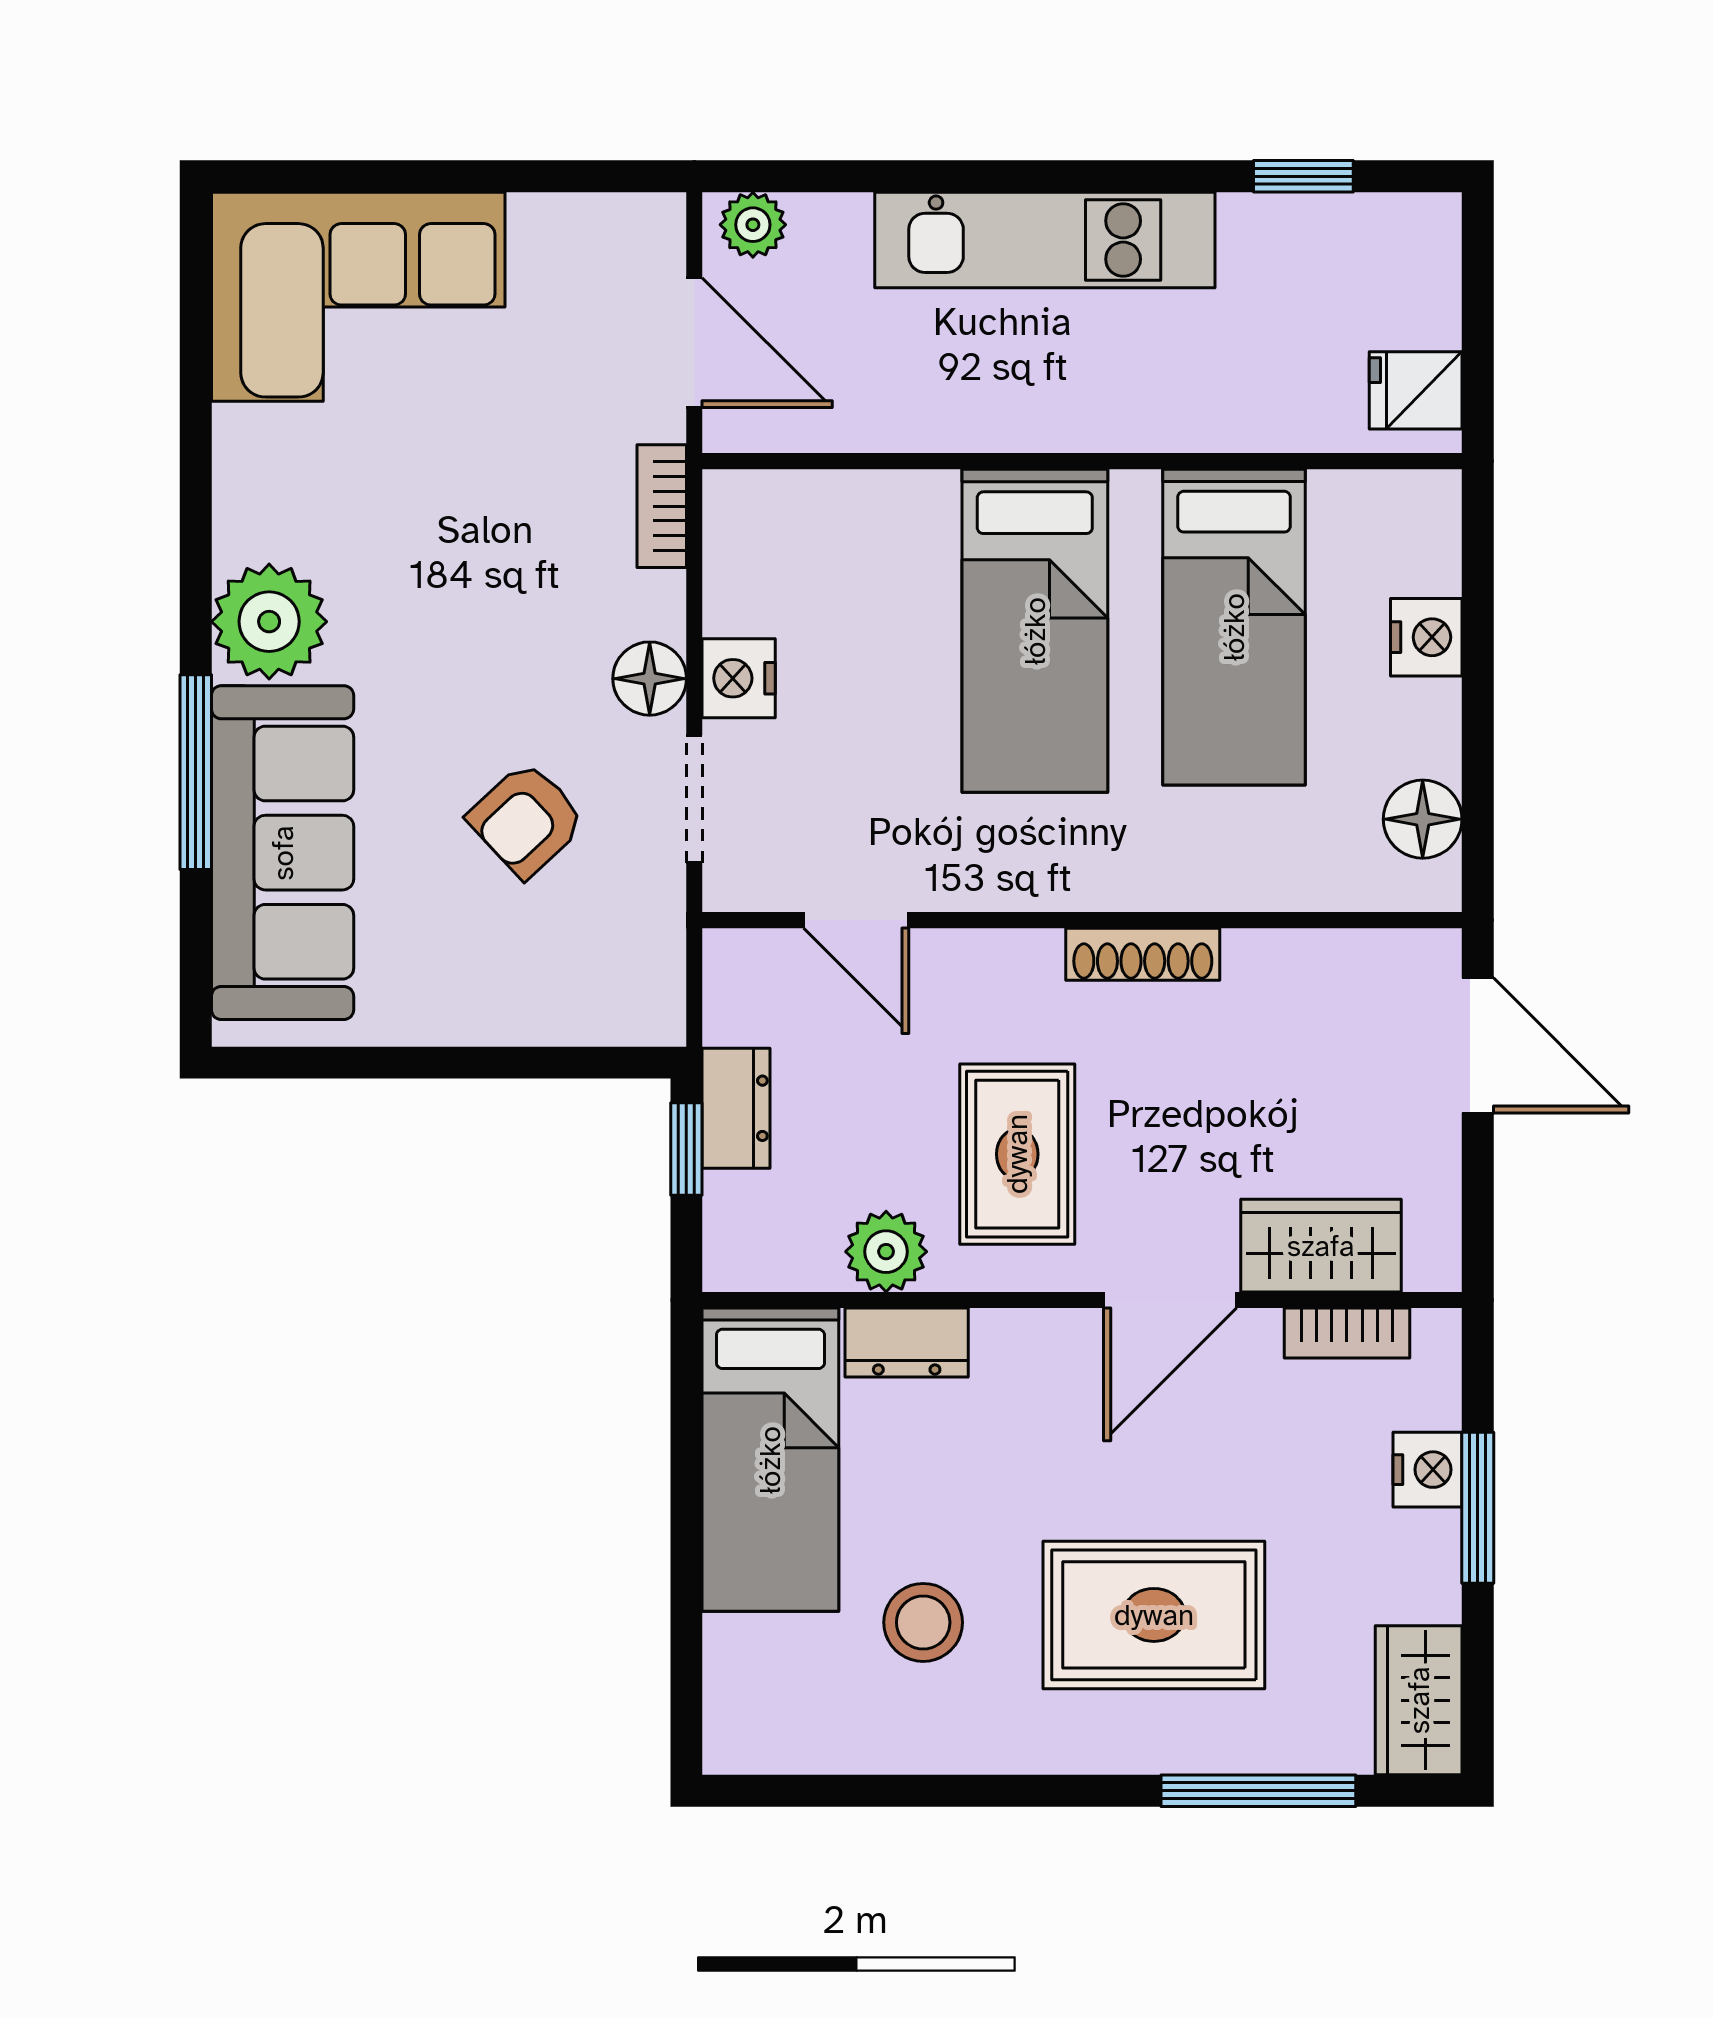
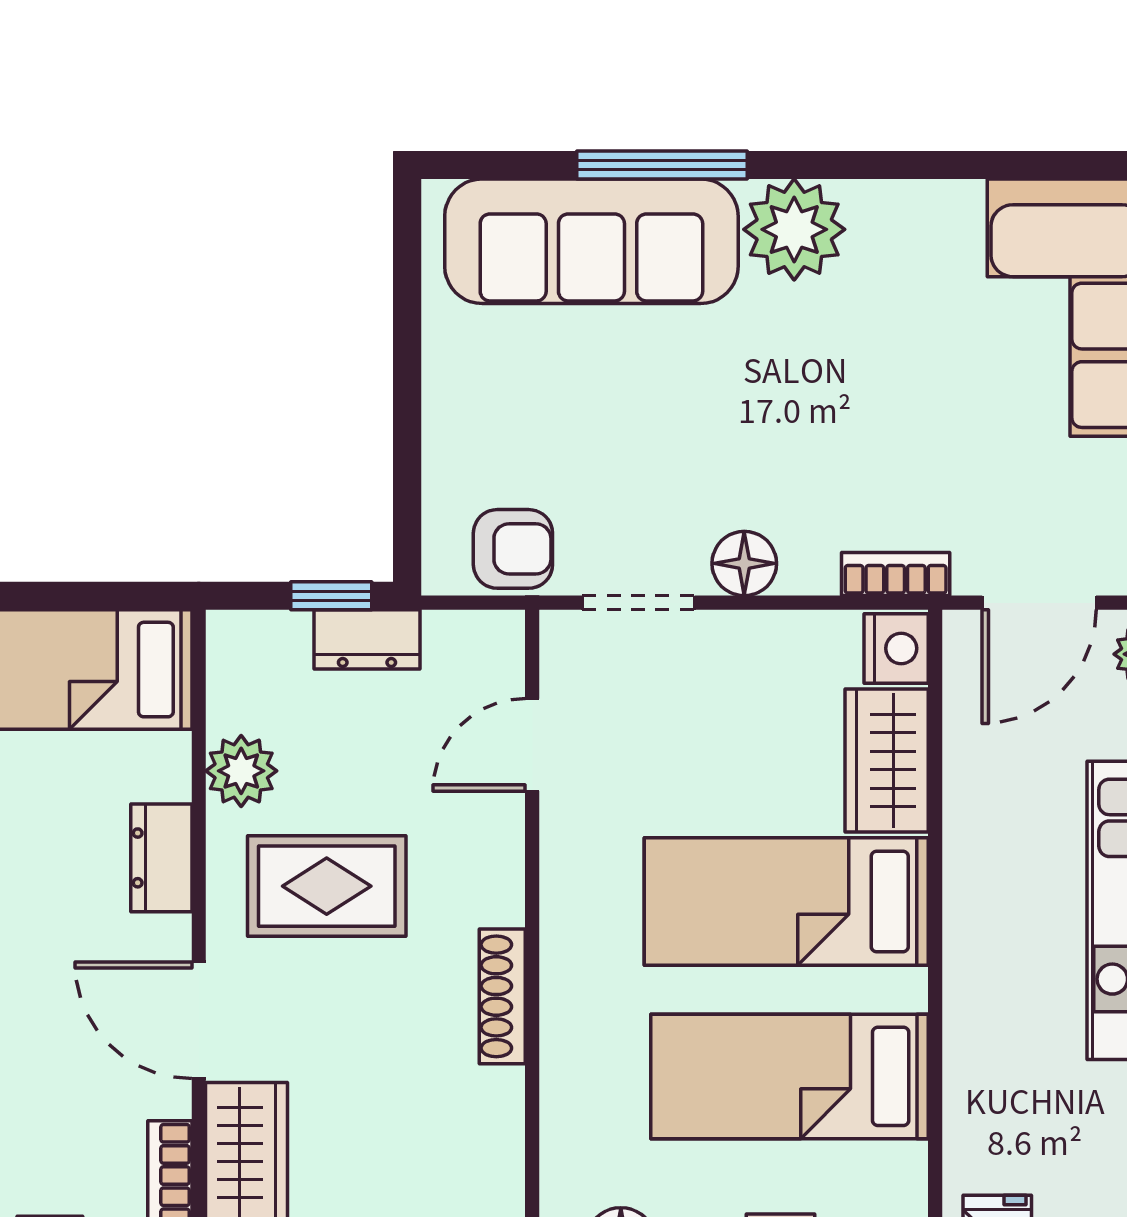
wardrobe: (874, 516) -> (887, 760), added
nightstand: (739, 678) -> (896, 648), moved, turned 90
armchair: (526, 820) -> (513, 549), moved, turned 133
dresser: (907, 1343) -> (161, 858), moved

